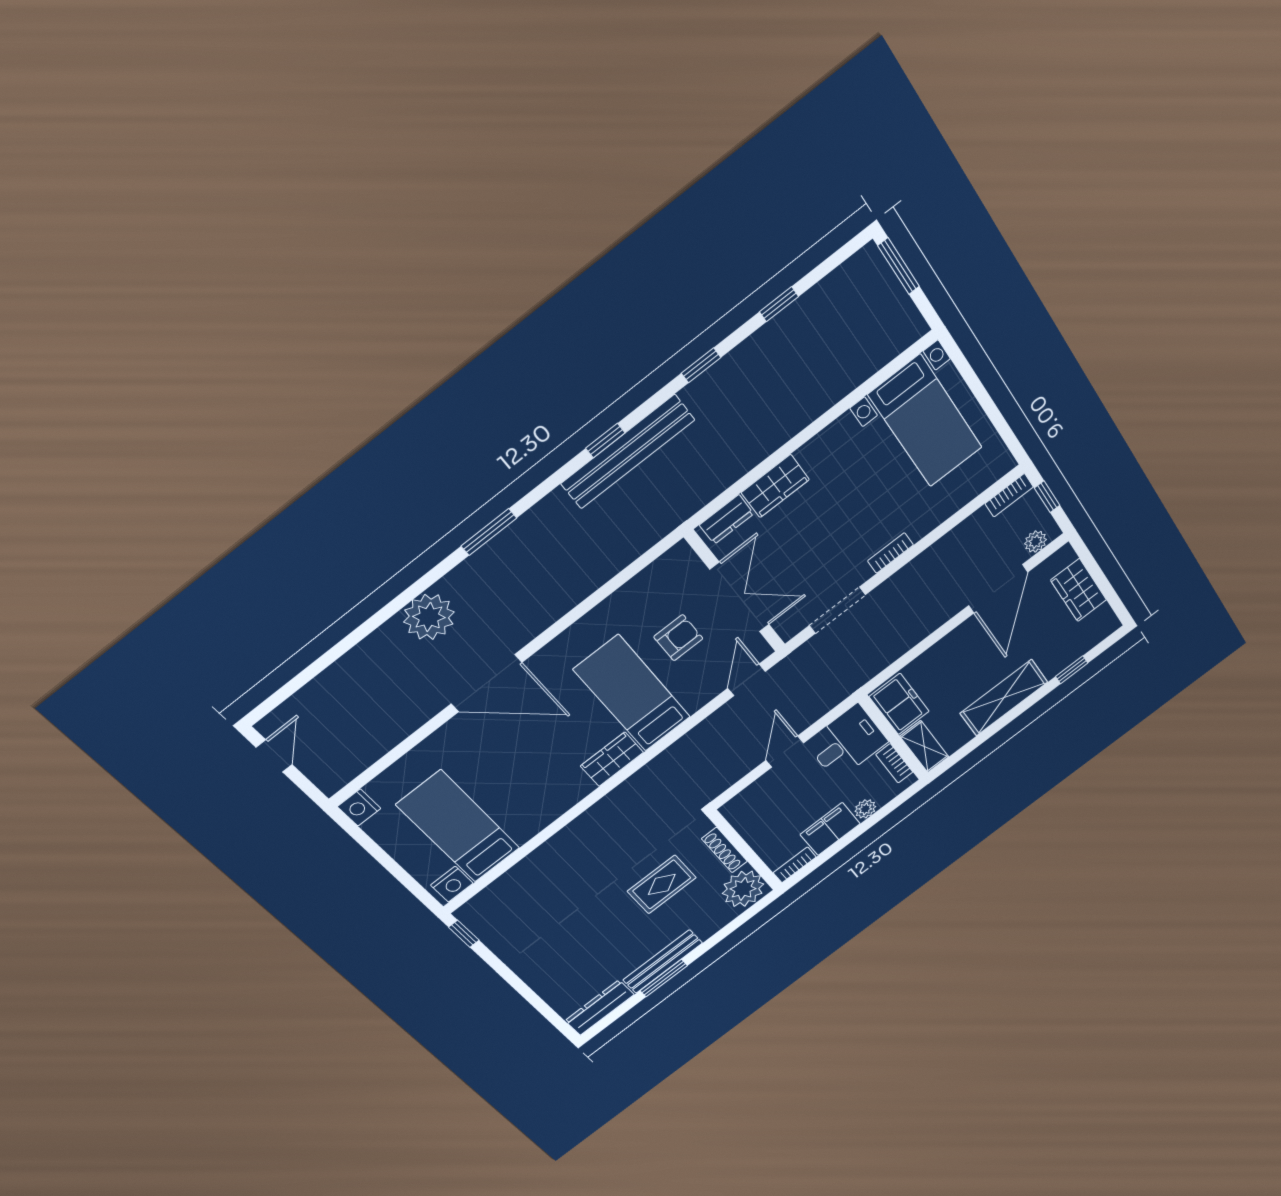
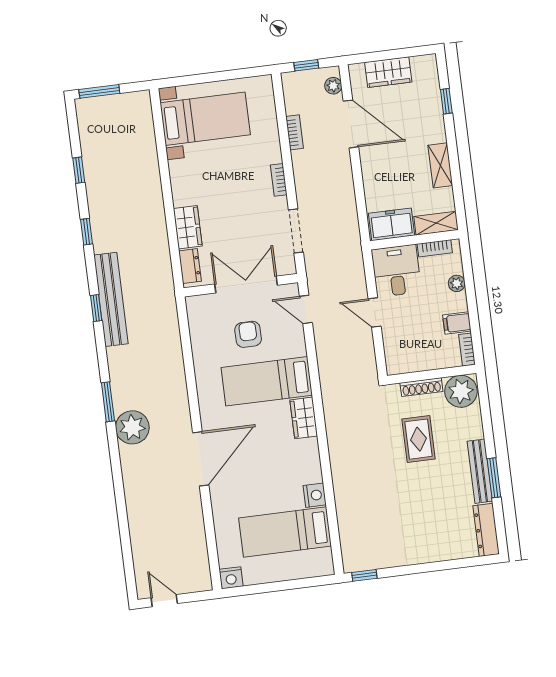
bookcase: (1009, 495) -> (295, 132), moved
plant: (429, 617) -> (132, 427), moved
shelving: (1004, 698) -> (440, 165), width x0.67, depth x0.75
filing cabinet: (830, 829) -> (457, 323), width x0.50
nightstand: (452, 884) -> (315, 495), moved

